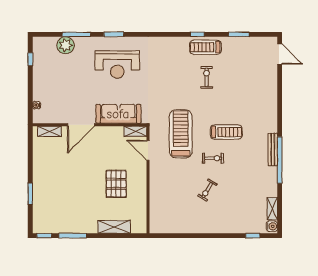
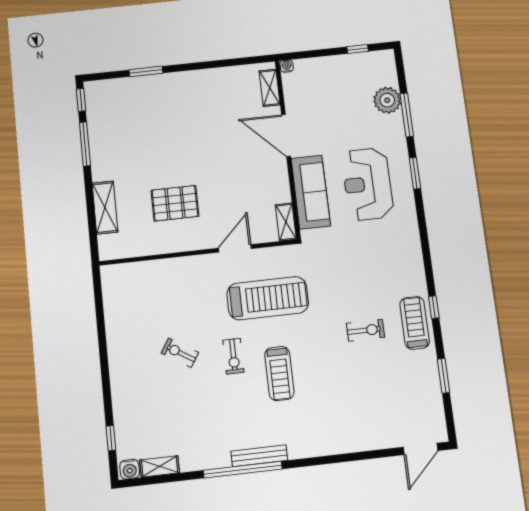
sofa: (118, 114) -> (311, 192), moved
door: (81, 125) -> (286, 135), moved
wall: (90, 125) -> (288, 149), moved
shelving: (49, 131) -> (270, 88), moved
shelving: (135, 131) -> (286, 222), moved

